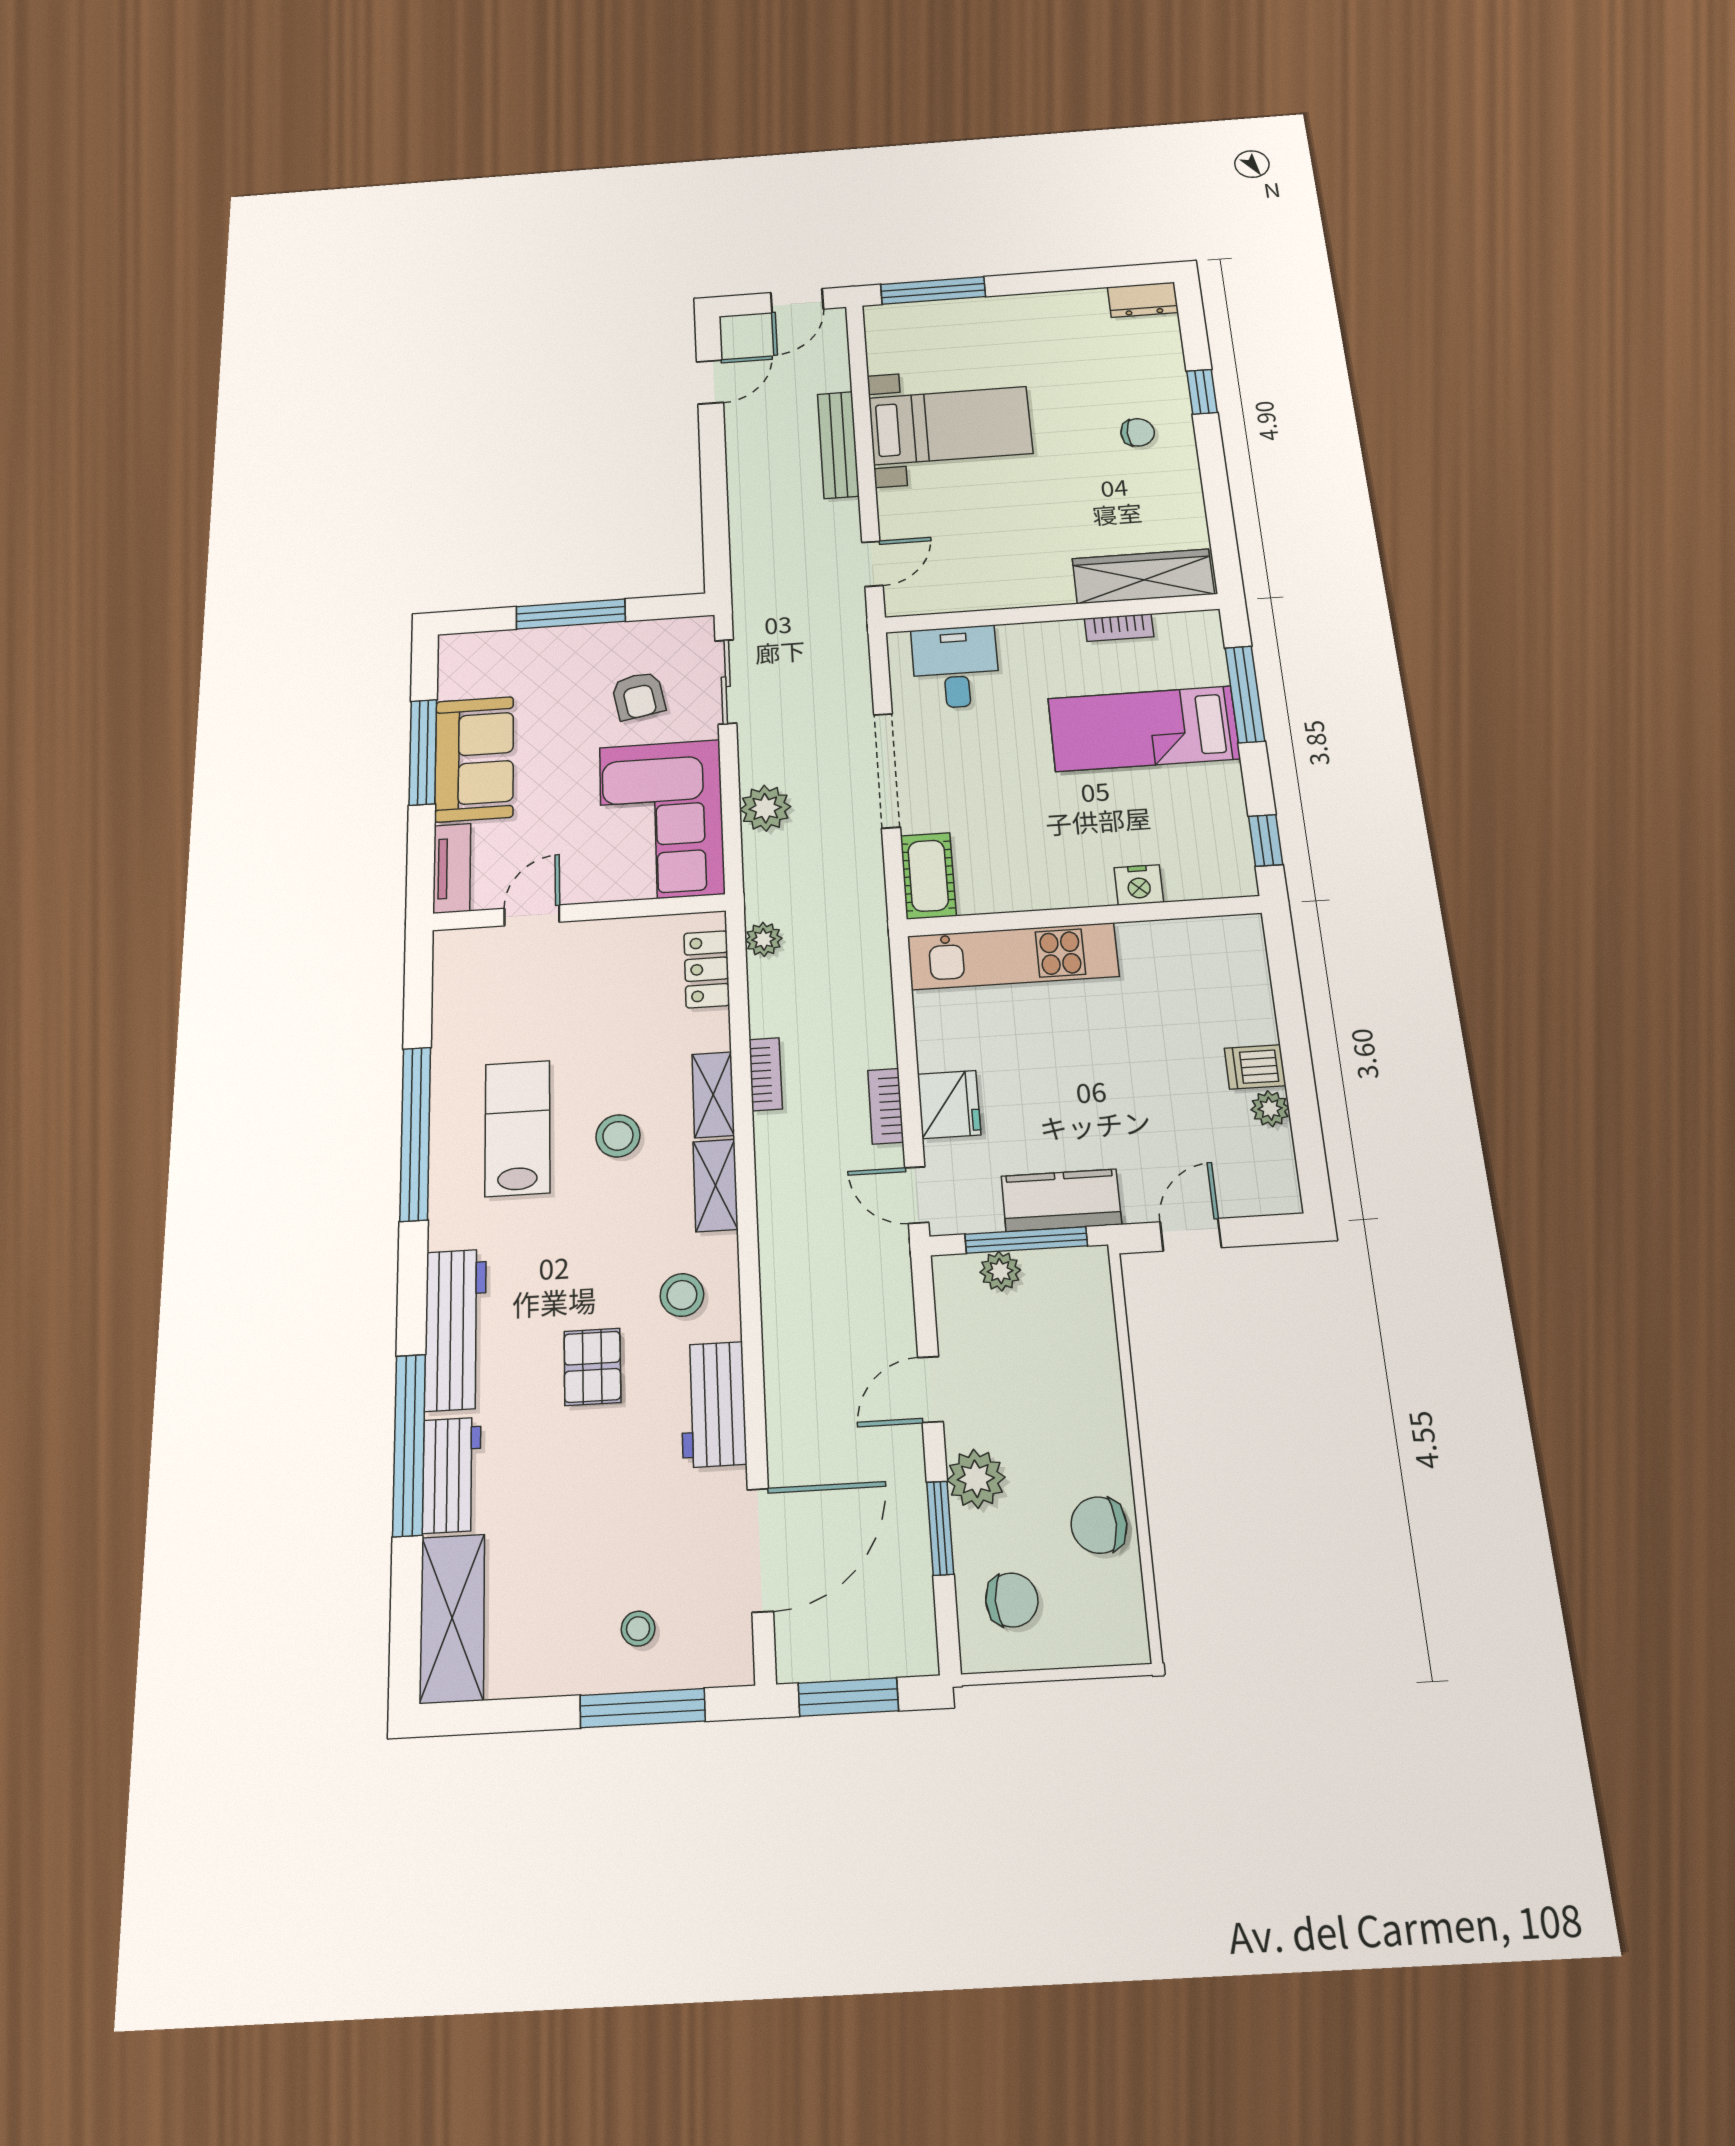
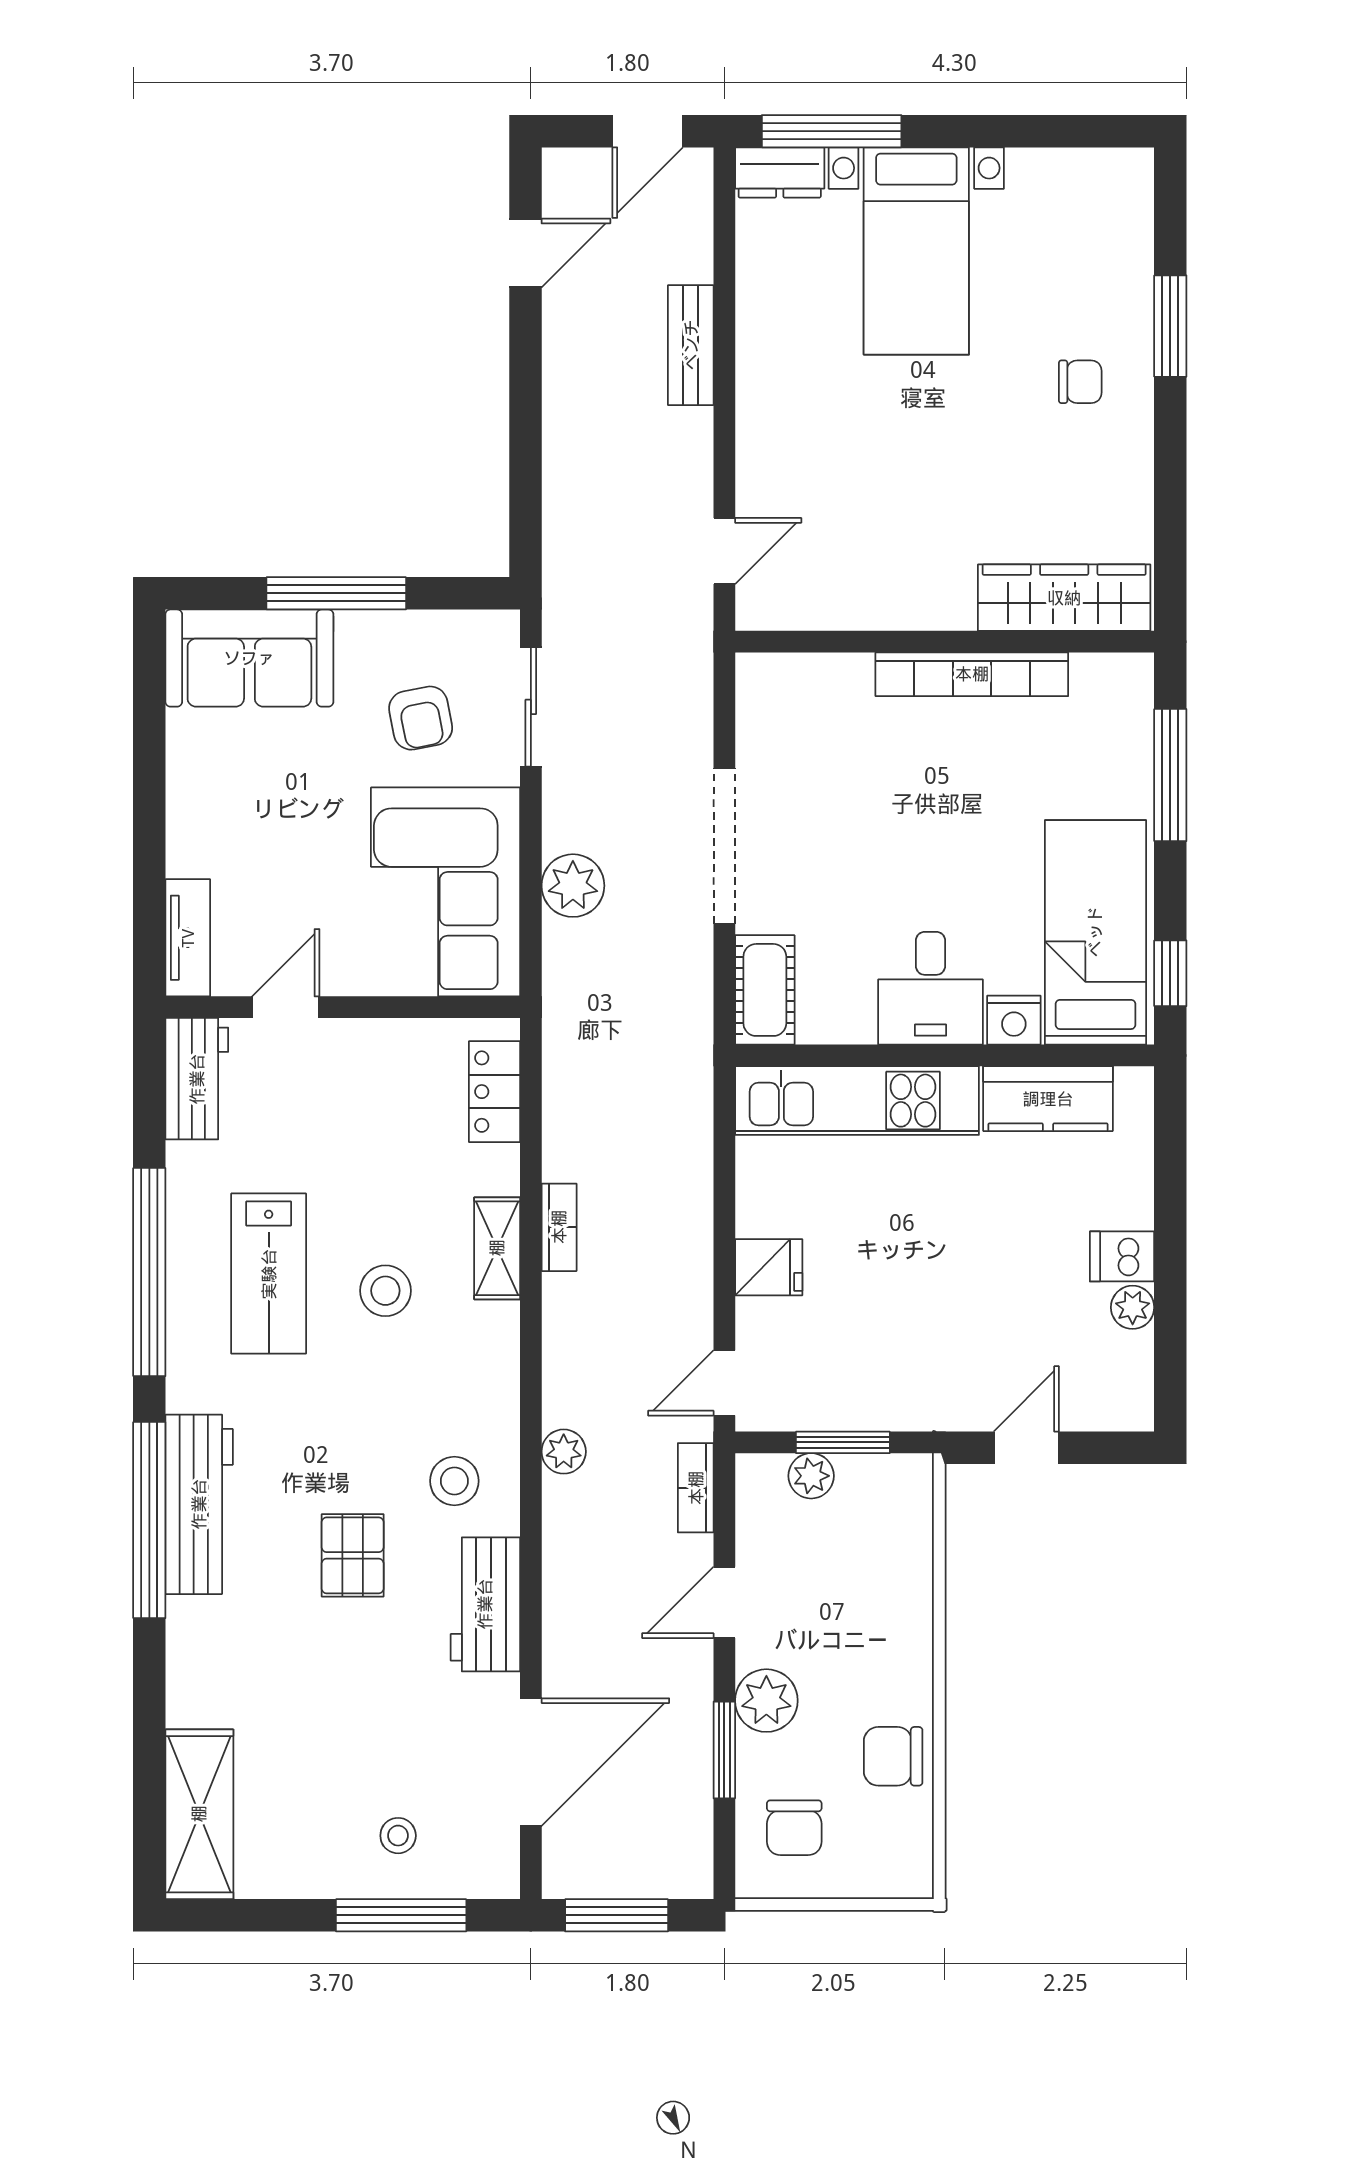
dresser: (1143, 300) -> (780, 172), moved
window: (1202, 392) -> (1170, 326), width x1.50
bed with nightstands: (950, 426) -> (916, 251), moved, turned 90
bench: (838, 445) -> (691, 345), width x0.73
bookcase: (1119, 628) -> (972, 674), width x2.31, depth x1.31
desk: (956, 667) -> (930, 988), moved, turned 180
bed: (1144, 729) -> (1095, 932), moved, turned 90
window: (423, 752) -> (149, 776), removed
sofa: (474, 759) -> (249, 658), moved, turned 90
plant: (764, 939) -> (564, 1452), moved
fridge: (949, 1104) -> (769, 1267), width x0.72
bookcase: (886, 1106) -> (696, 1488), moved
lab bench: (517, 1128) -> (269, 1274), turned 180
shelving: (715, 1185) -> (496, 1357), removed
door: (917, 1195) -> (724, 1383), hinge flipped
kitchen counter: (1061, 1200) -> (1048, 1099), moved, turned 180
window: (1026, 1240) -> (843, 1442), width x0.69
window: (409, 1444) -> (149, 1520), moved
workbench: (452, 1475) -> (197, 1079), moved
chair: (1012, 1600) -> (794, 1828), turned 90

